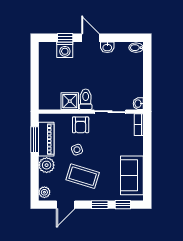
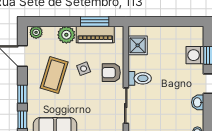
shower: (70, 101) -> (138, 45), moved

